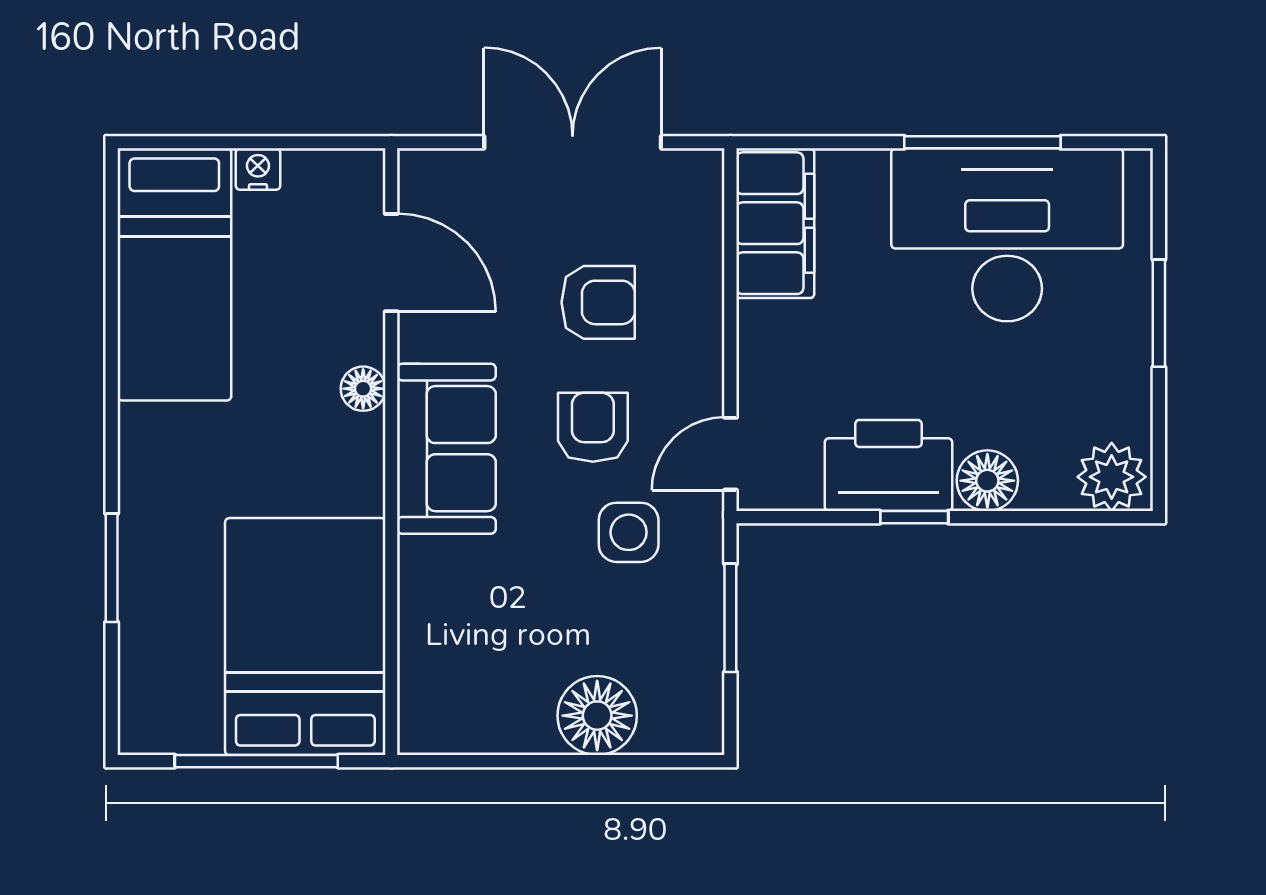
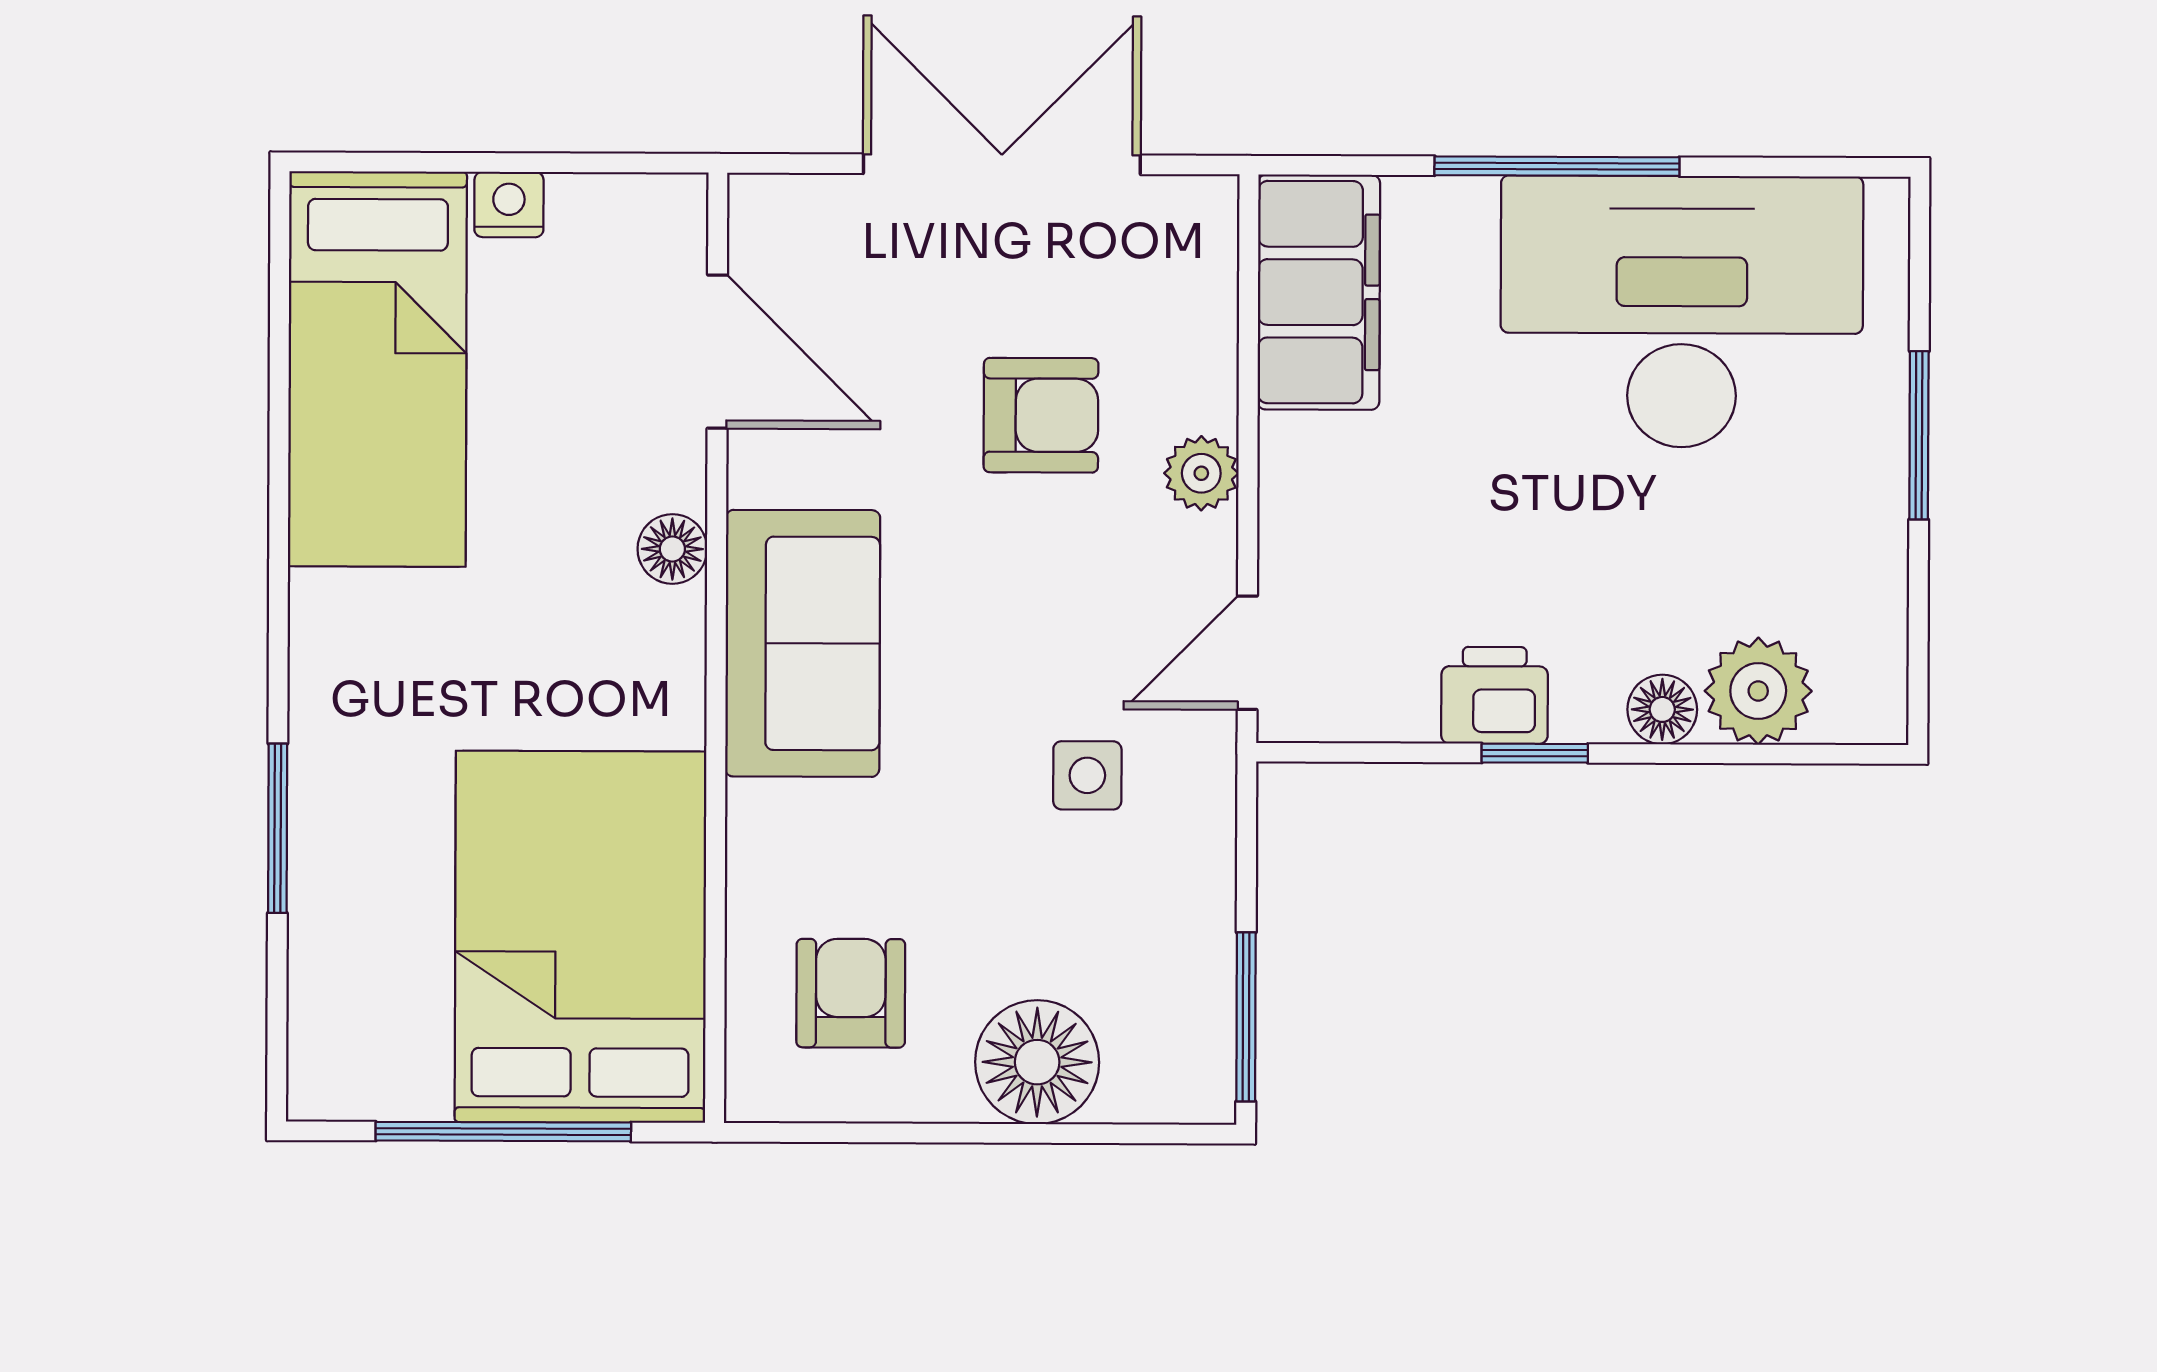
window: (982, 142) -> (1557, 166), moved
plant: (701, 339) -> (1201, 473), added
armchair: (593, 427) -> (851, 993), moved
printer: (888, 465) -> (1495, 695), width x0.53, depth x0.68
plant: (1112, 477) -> (1758, 691), moved
floor lamp: (987, 481) -> (1662, 709), width x0.73, depth x0.73
side table: (629, 532) -> (1087, 775), width x0.73, depth x0.73
window: (730, 618) -> (1246, 1017), moved

